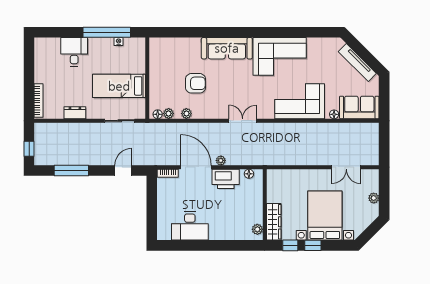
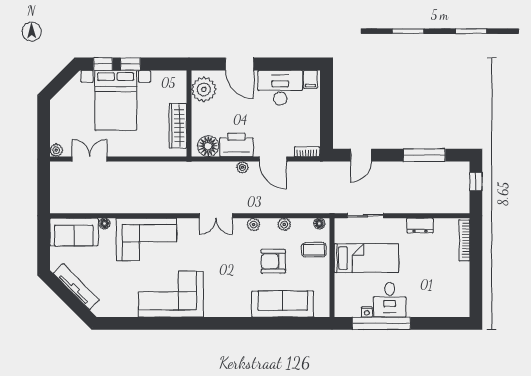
sofa: (227, 48) -> (283, 304), moved
desk: (74, 52) -> (390, 300), moved
coffee table: (162, 93) -> (314, 250), added
plant: (169, 113) -> (253, 225), moved
door: (196, 167) -> (273, 159), width x0.73
floor lamp: (249, 174) -> (208, 146), width x1.89, depth x1.89
plant: (374, 198) -> (56, 150), moved
wardrobe: (274, 222) -> (178, 126), moved
plant: (257, 229) -> (204, 89), width x1.87, depth x1.87
filing cabinet: (165, 233) -> (310, 79), added
door: (223, 245) -> (239, 64), added
window: (290, 245) -> (103, 64), moved

